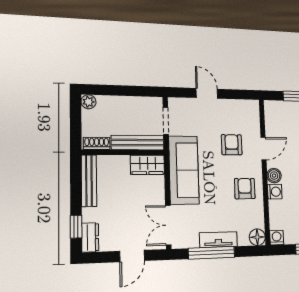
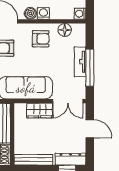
wardrobe: (147, 165) -> (40, 111), moved, turned 90
armchair: (245, 189) -> (41, 39), turned 180
dresser: (90, 237) -> (70, 159), width x1.44
floor lamp: (257, 237) -> (65, 30), moved

